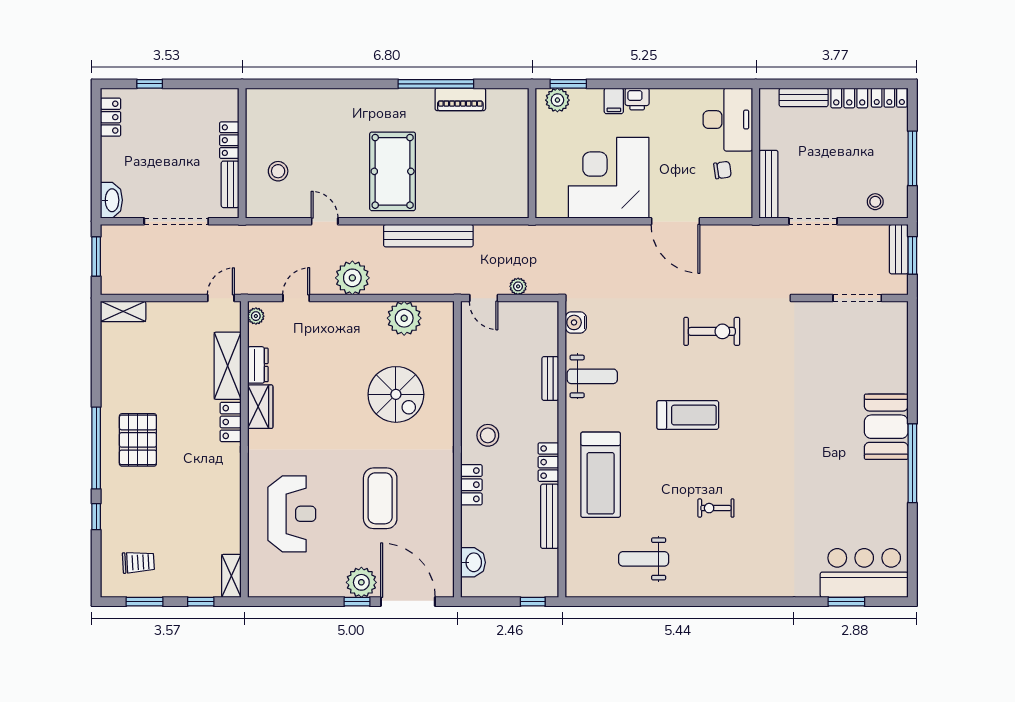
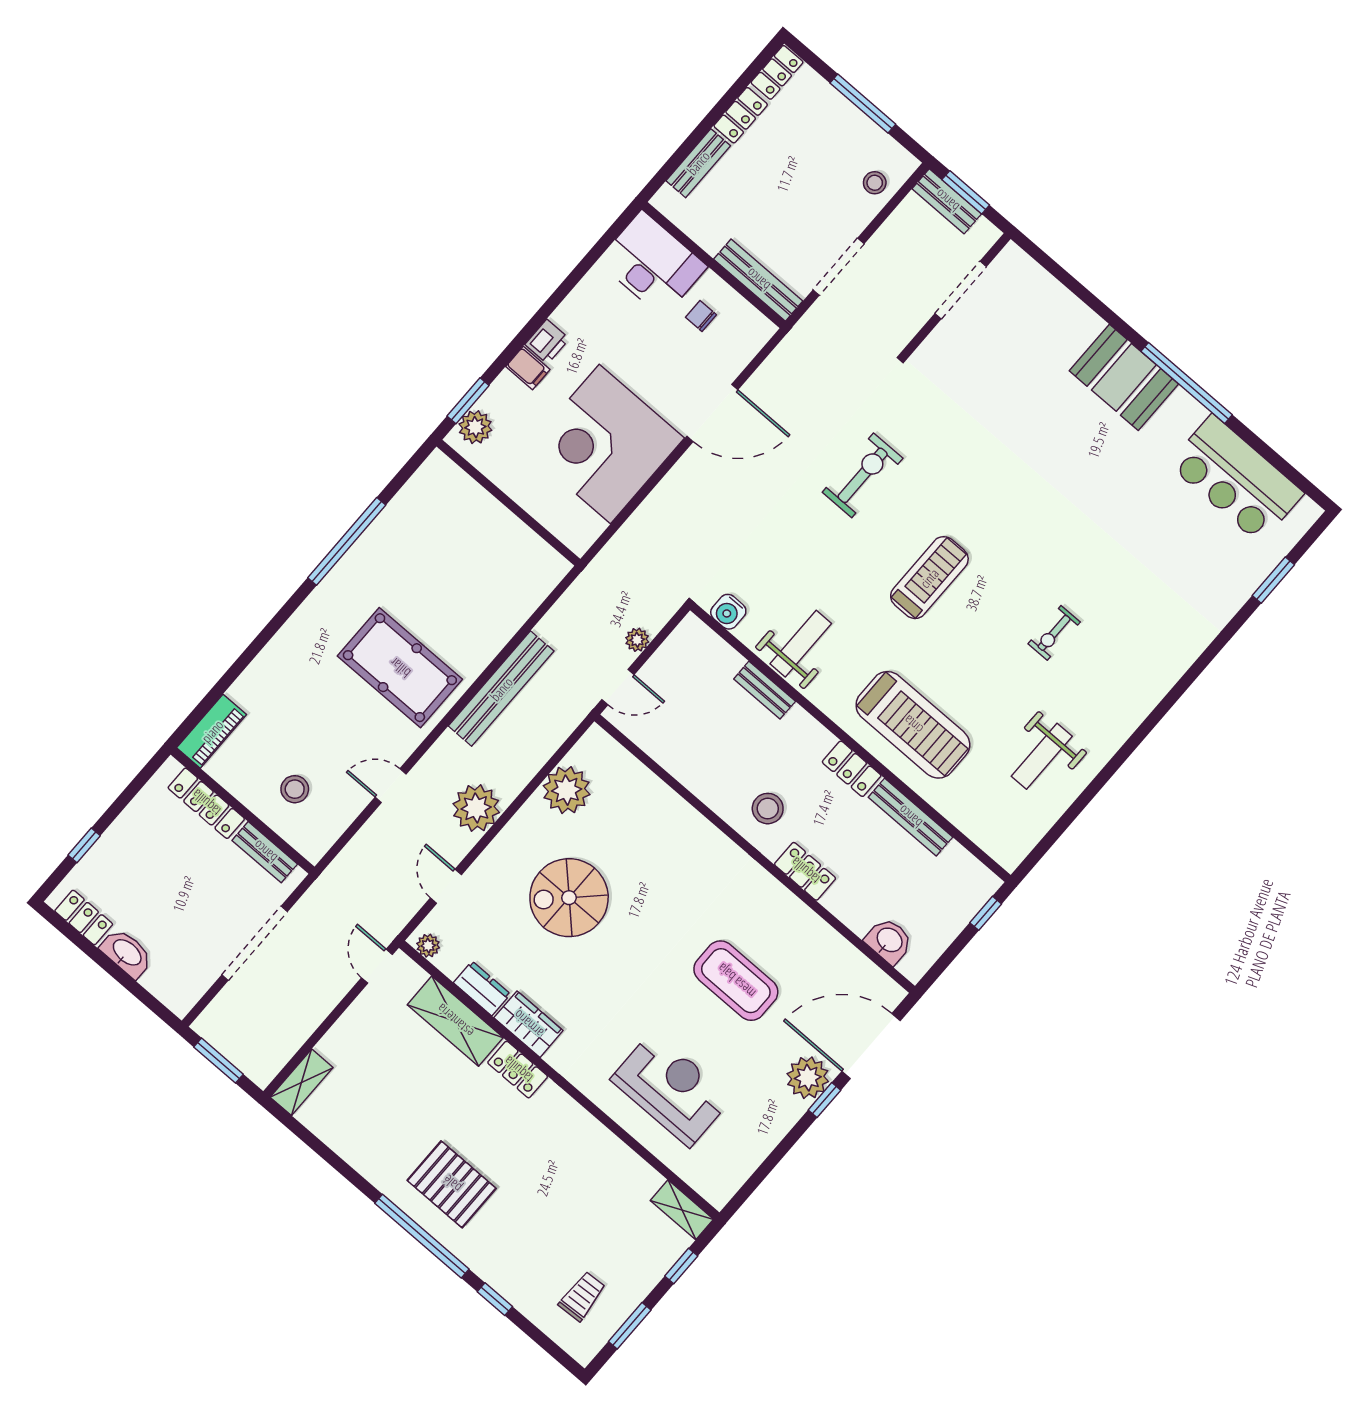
piano: (460, 99) -> (212, 731), moved
locker: (229, 140) -> (206, 803), width x1.53
chair: (723, 170) -> (701, 316), turned -82
washbasin: (111, 200) -> (127, 953), moved
spiral stairs: (396, 394) -> (569, 898), moved, turned 180
bar counter: (864, 573) -> (1236, 479), moved, turned -90

